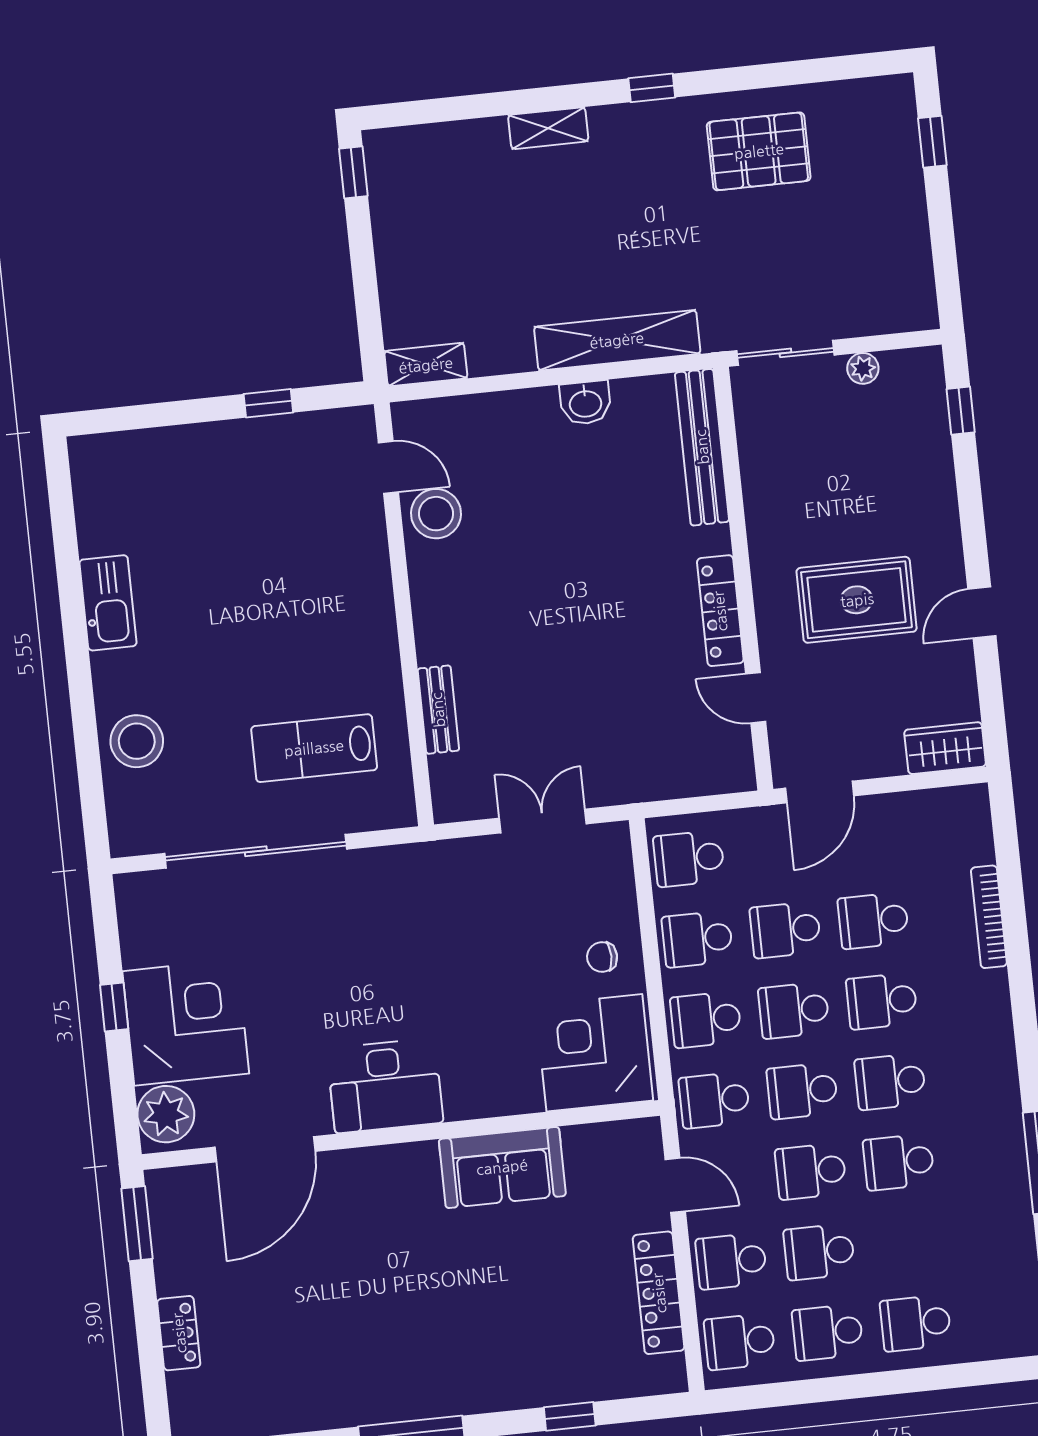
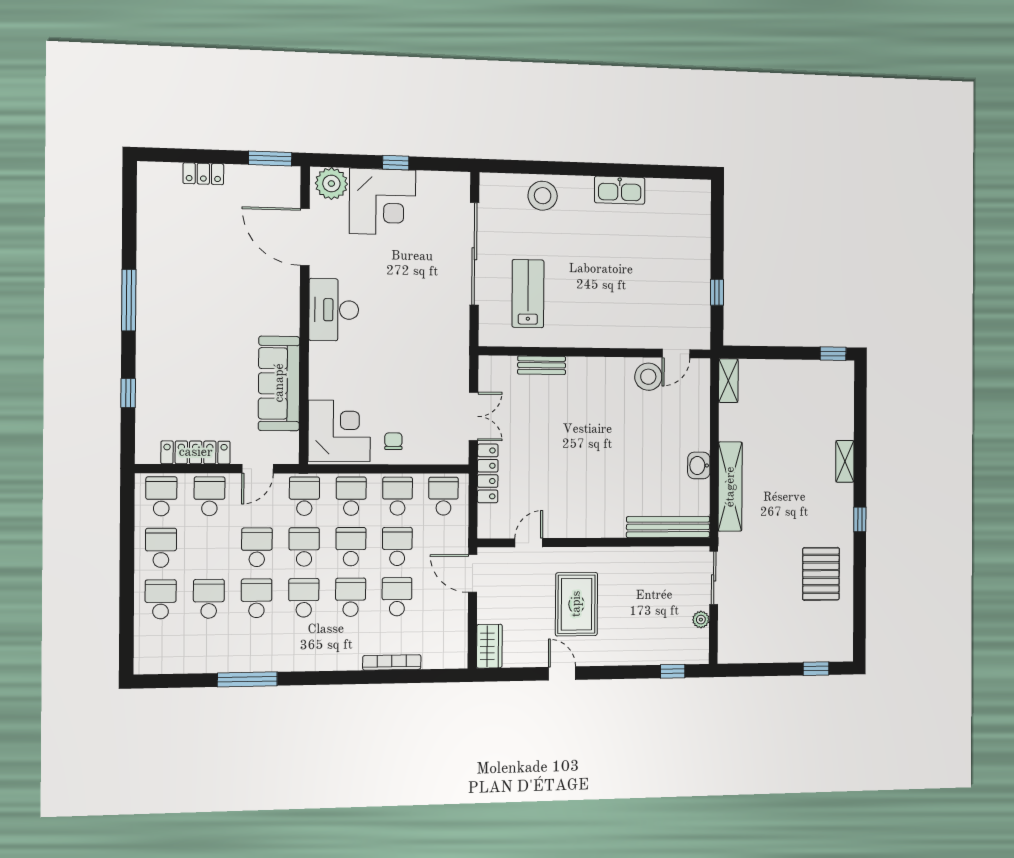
locker: (720, 611) -> (488, 473), moved, turned 90
sofa: (502, 1167) -> (279, 383), width x1.36
school desk: (819, 1252) -> (209, 599), moved

